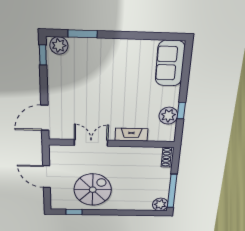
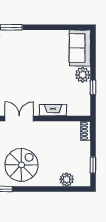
plant: (168, 116) -> (83, 75), moved
window: (172, 191) -> (93, 165), width x0.46
plant: (160, 204) -> (67, 179), moved

